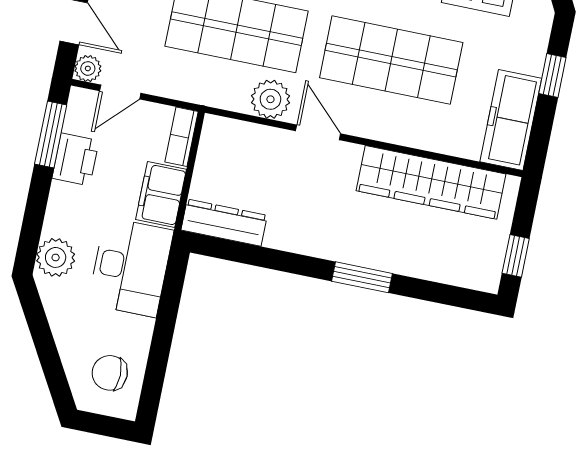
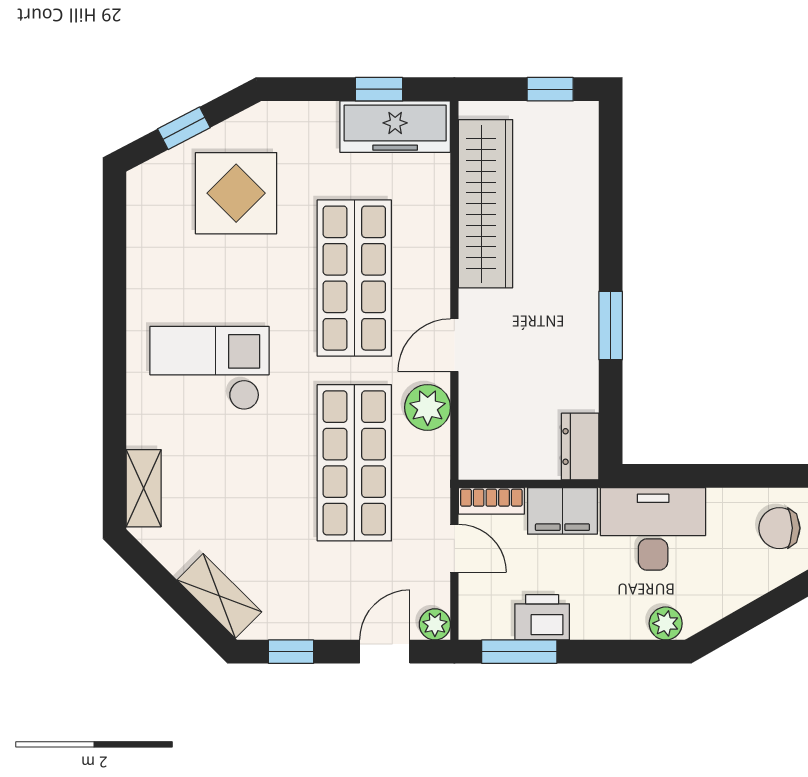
window: (552, 76) -> (379, 89), moved
door: (120, 92) -> (454, 548), moved
dresser: (224, 223) -> (580, 446), width x0.70
plant: (56, 257) -> (666, 623), width x0.73, depth x0.73
window: (362, 277) -> (611, 325), moved
chair: (110, 373) -> (779, 528), turned 90

